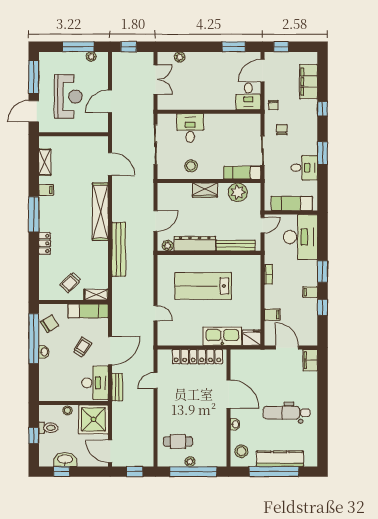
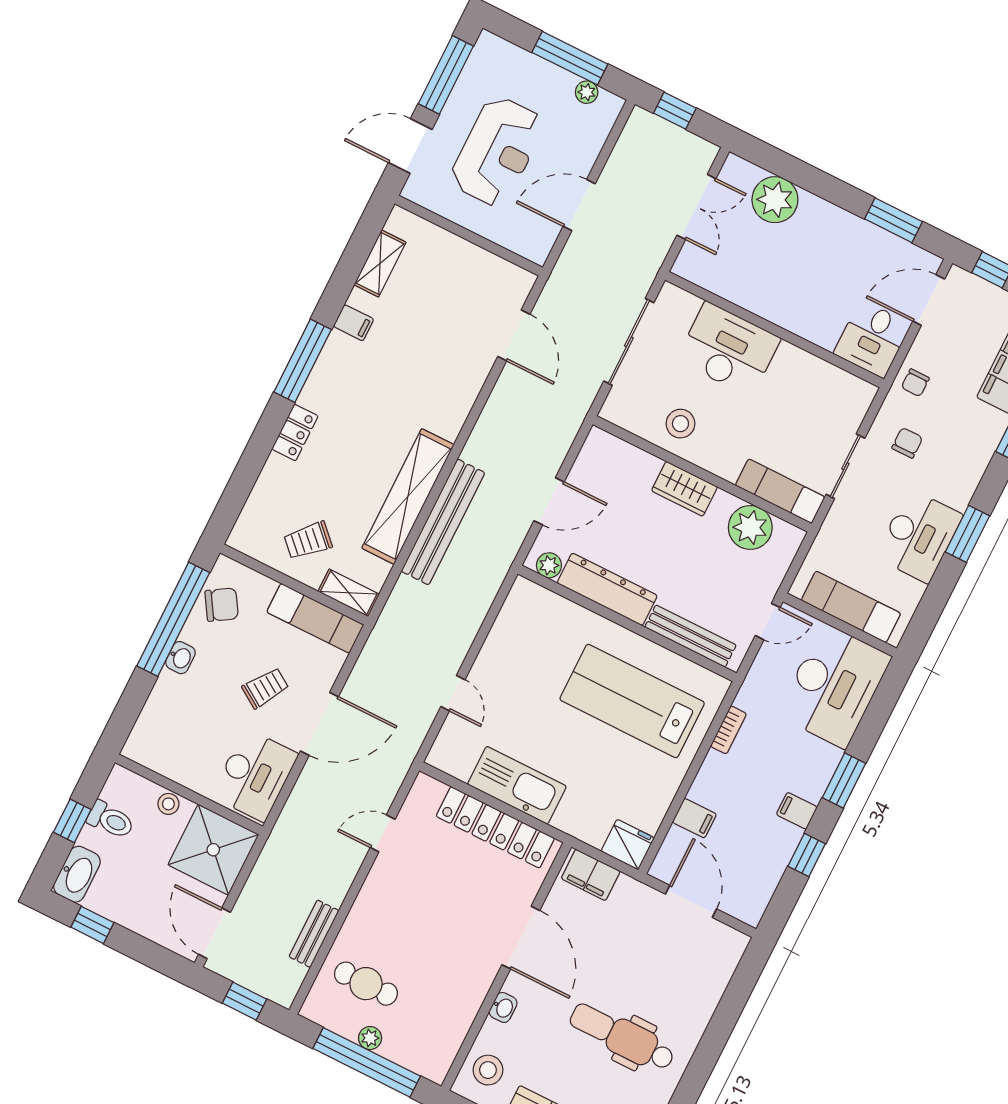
plant: (180, 57) -> (775, 200), width x1.88, depth x1.88
desk: (190, 128) -> (729, 349), width x1.37
desk: (304, 168) -> (919, 536), width x1.37
shelving: (100, 212) -> (408, 496), moved
lab bench: (203, 286) -> (632, 701), moved
kitchen sink: (222, 336) -> (517, 785), moved
filing cabinet: (310, 360) -> (591, 875), moved, turned -90
bench: (117, 387) -> (314, 934), moved
washbasin: (65, 460) -> (77, 874), moved, turned 90

